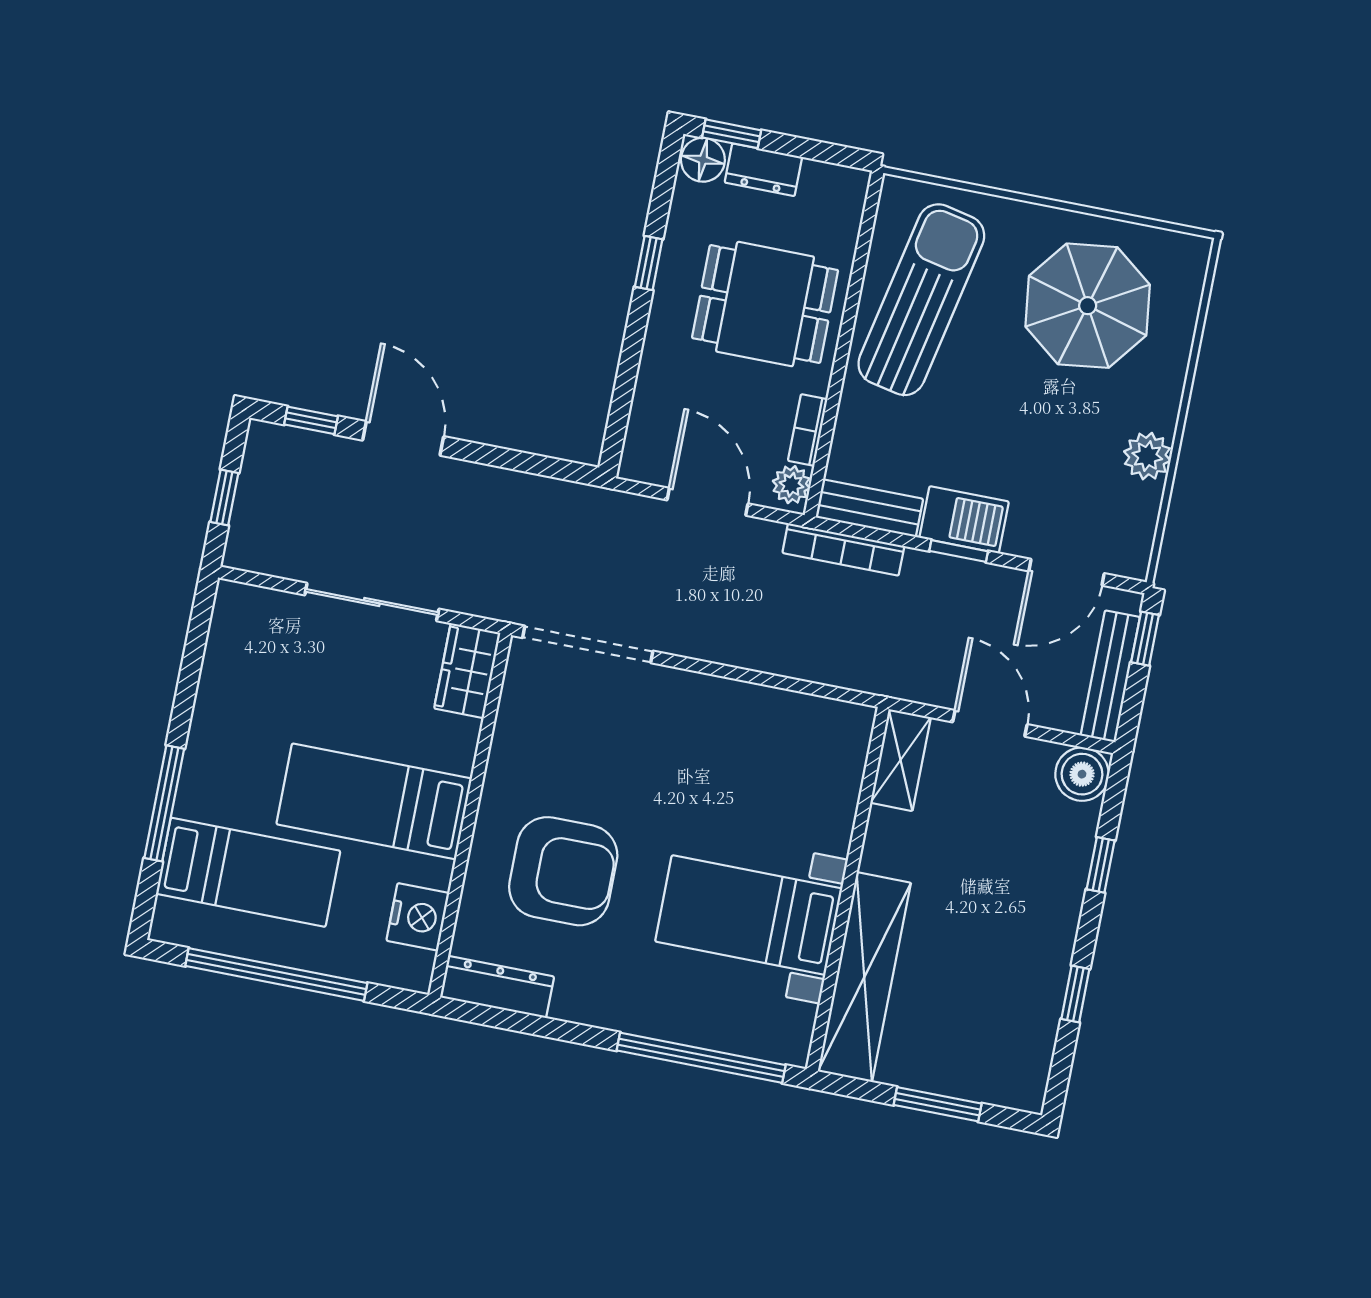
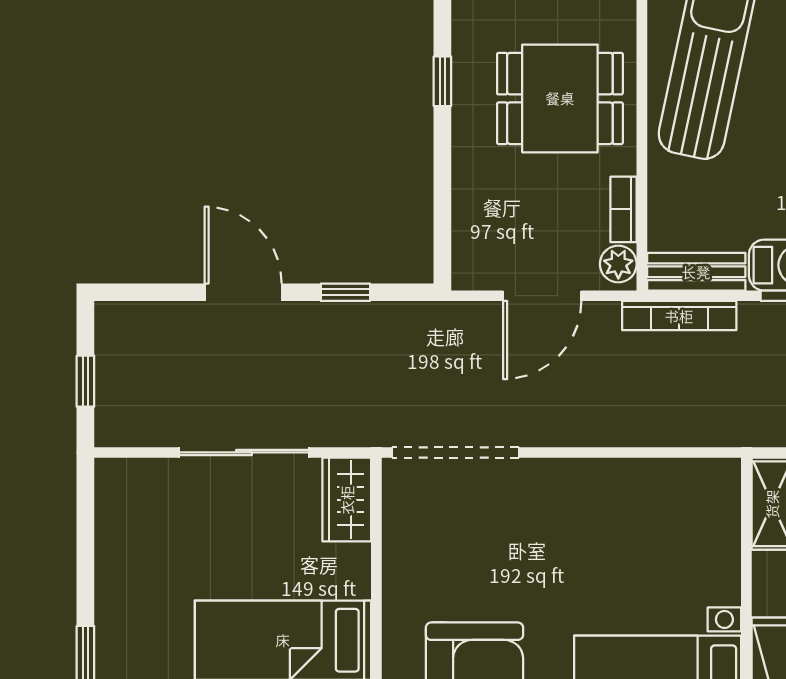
window: (311, 420) -> (345, 292), moved
door: (708, 502) -> (542, 296), swing flipped

